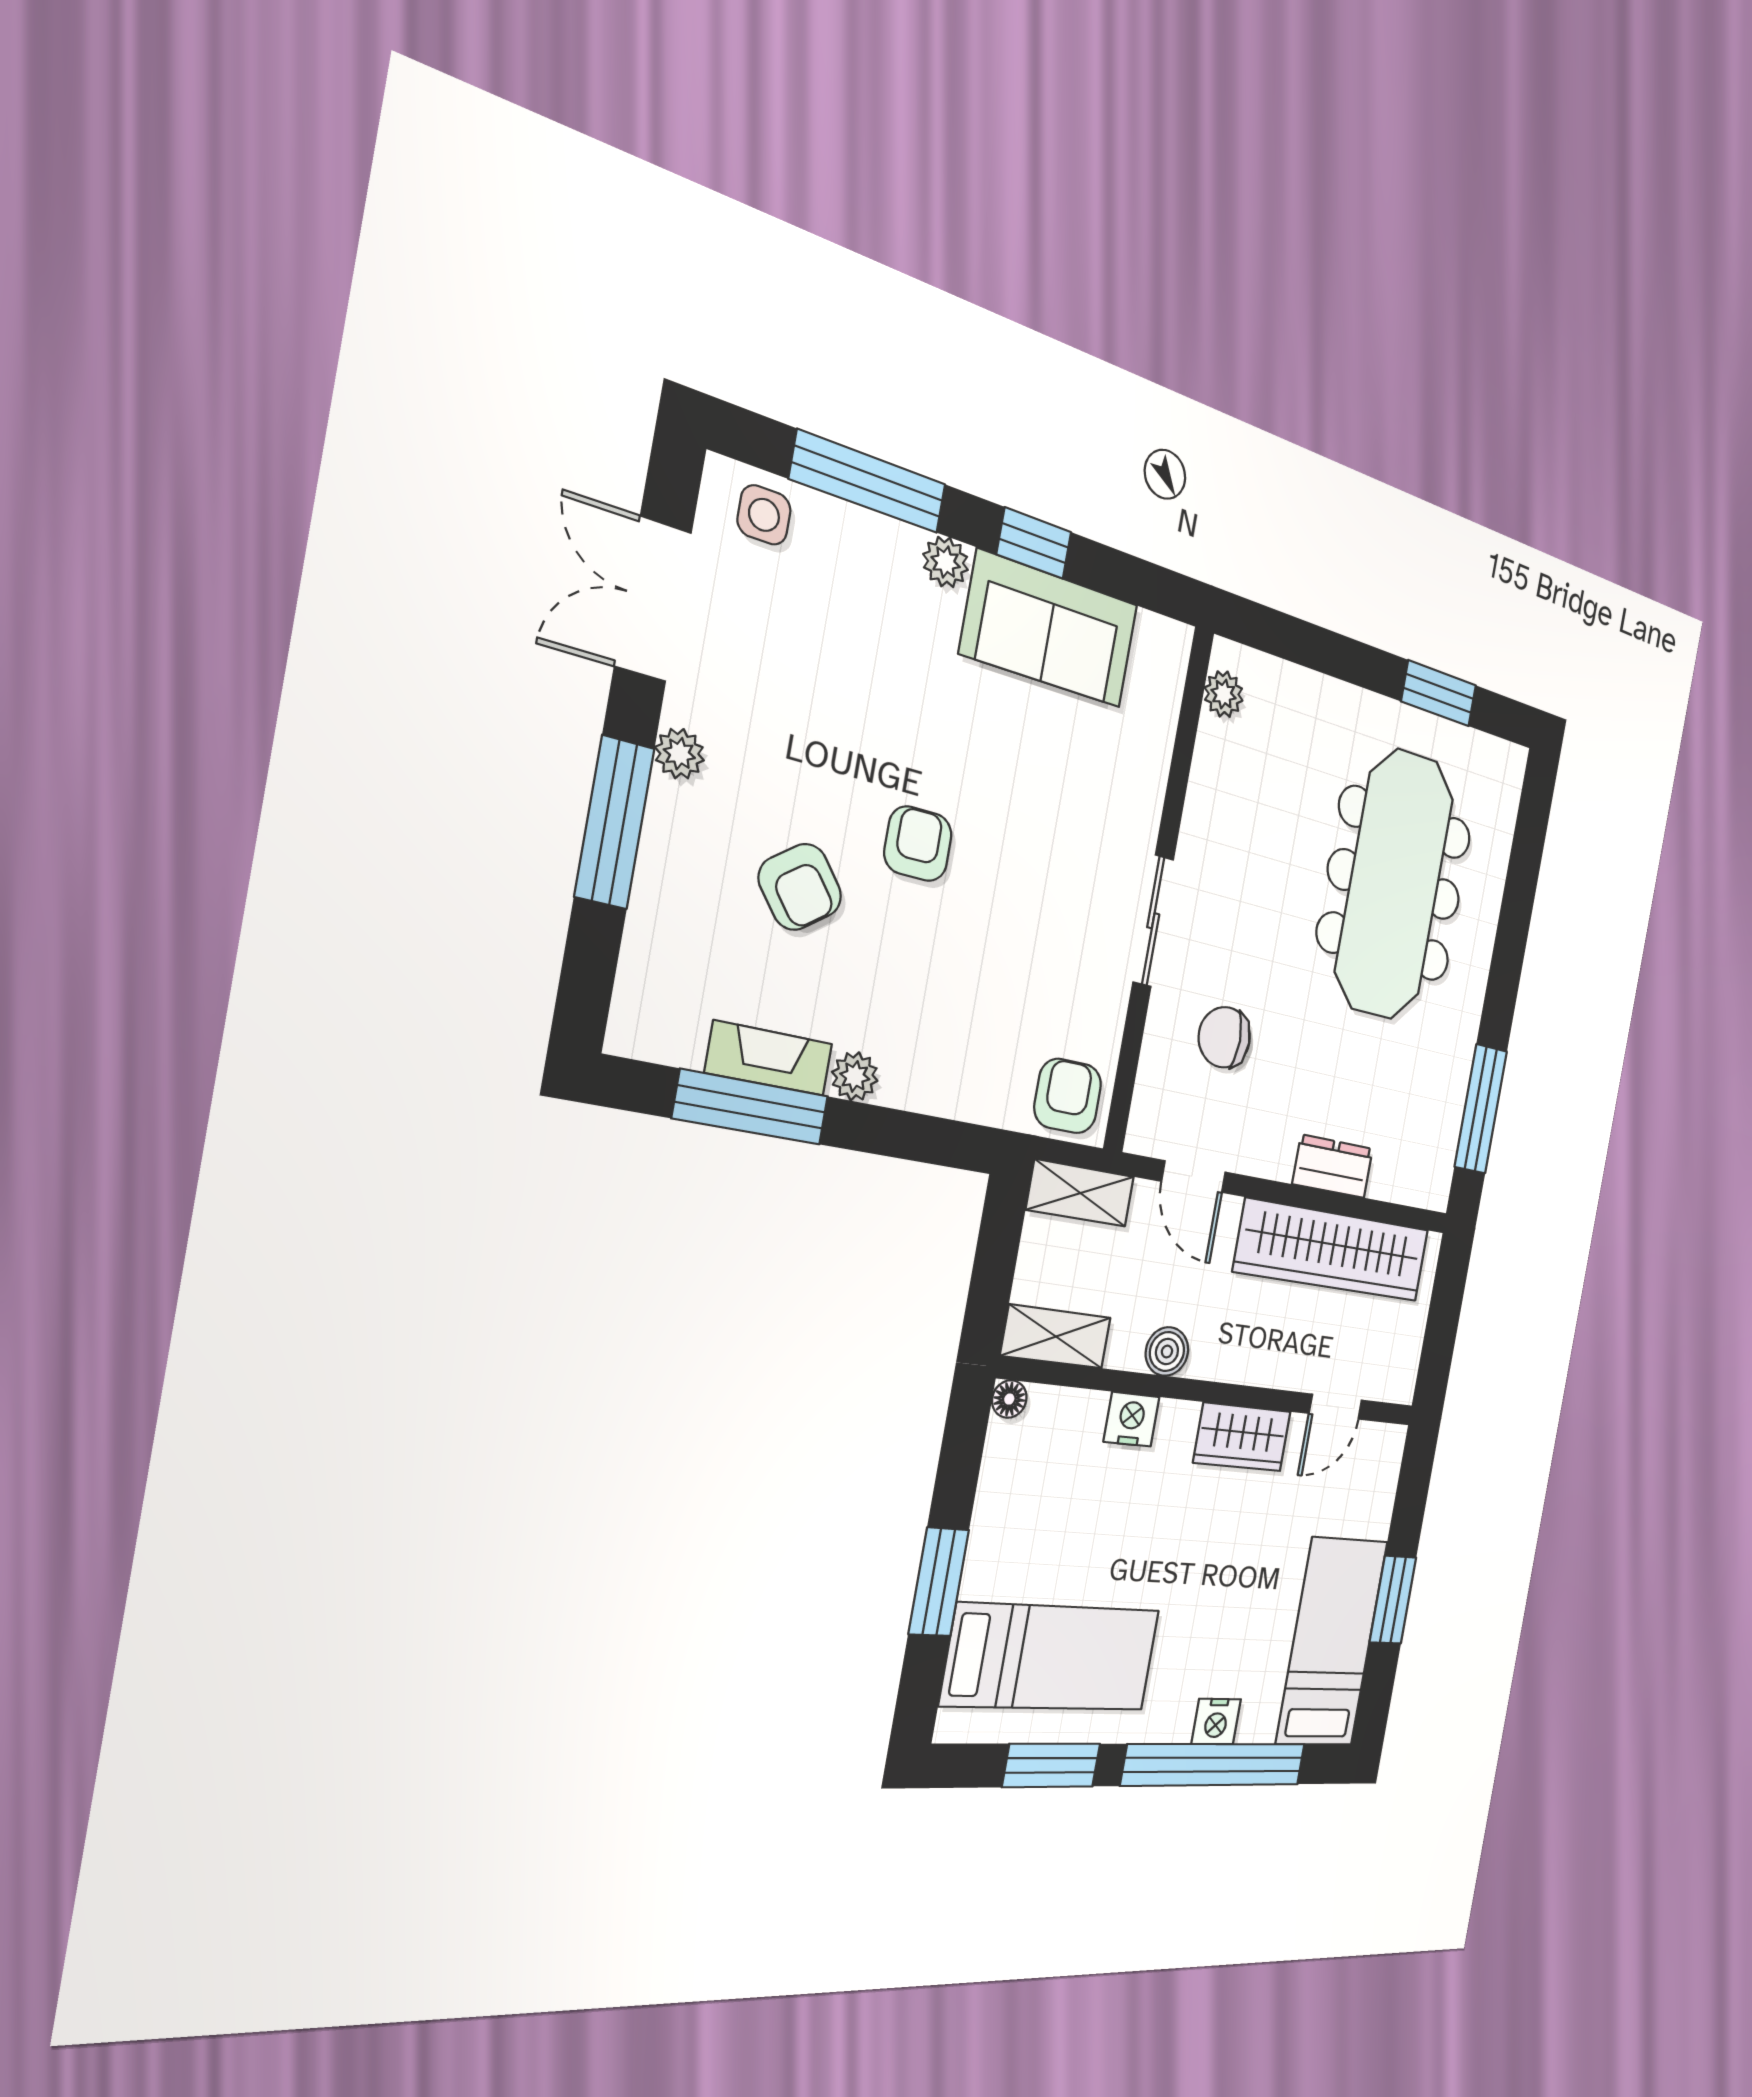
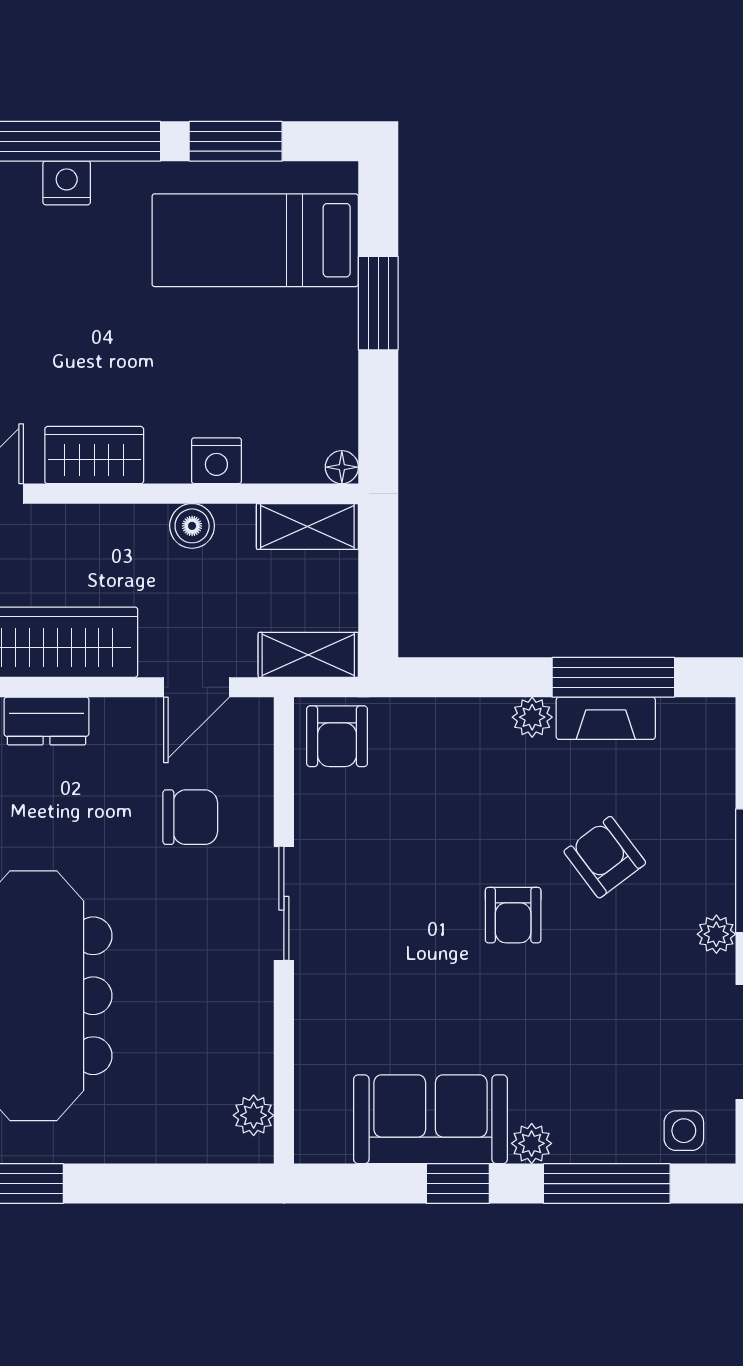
door: (1194, 1177) -> (196, 687), swing flipped

